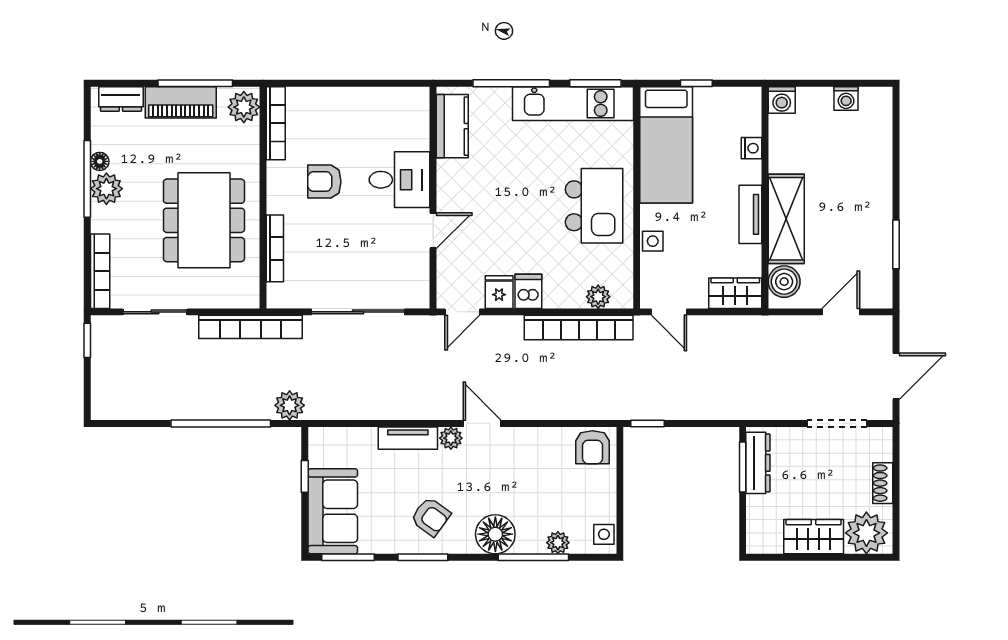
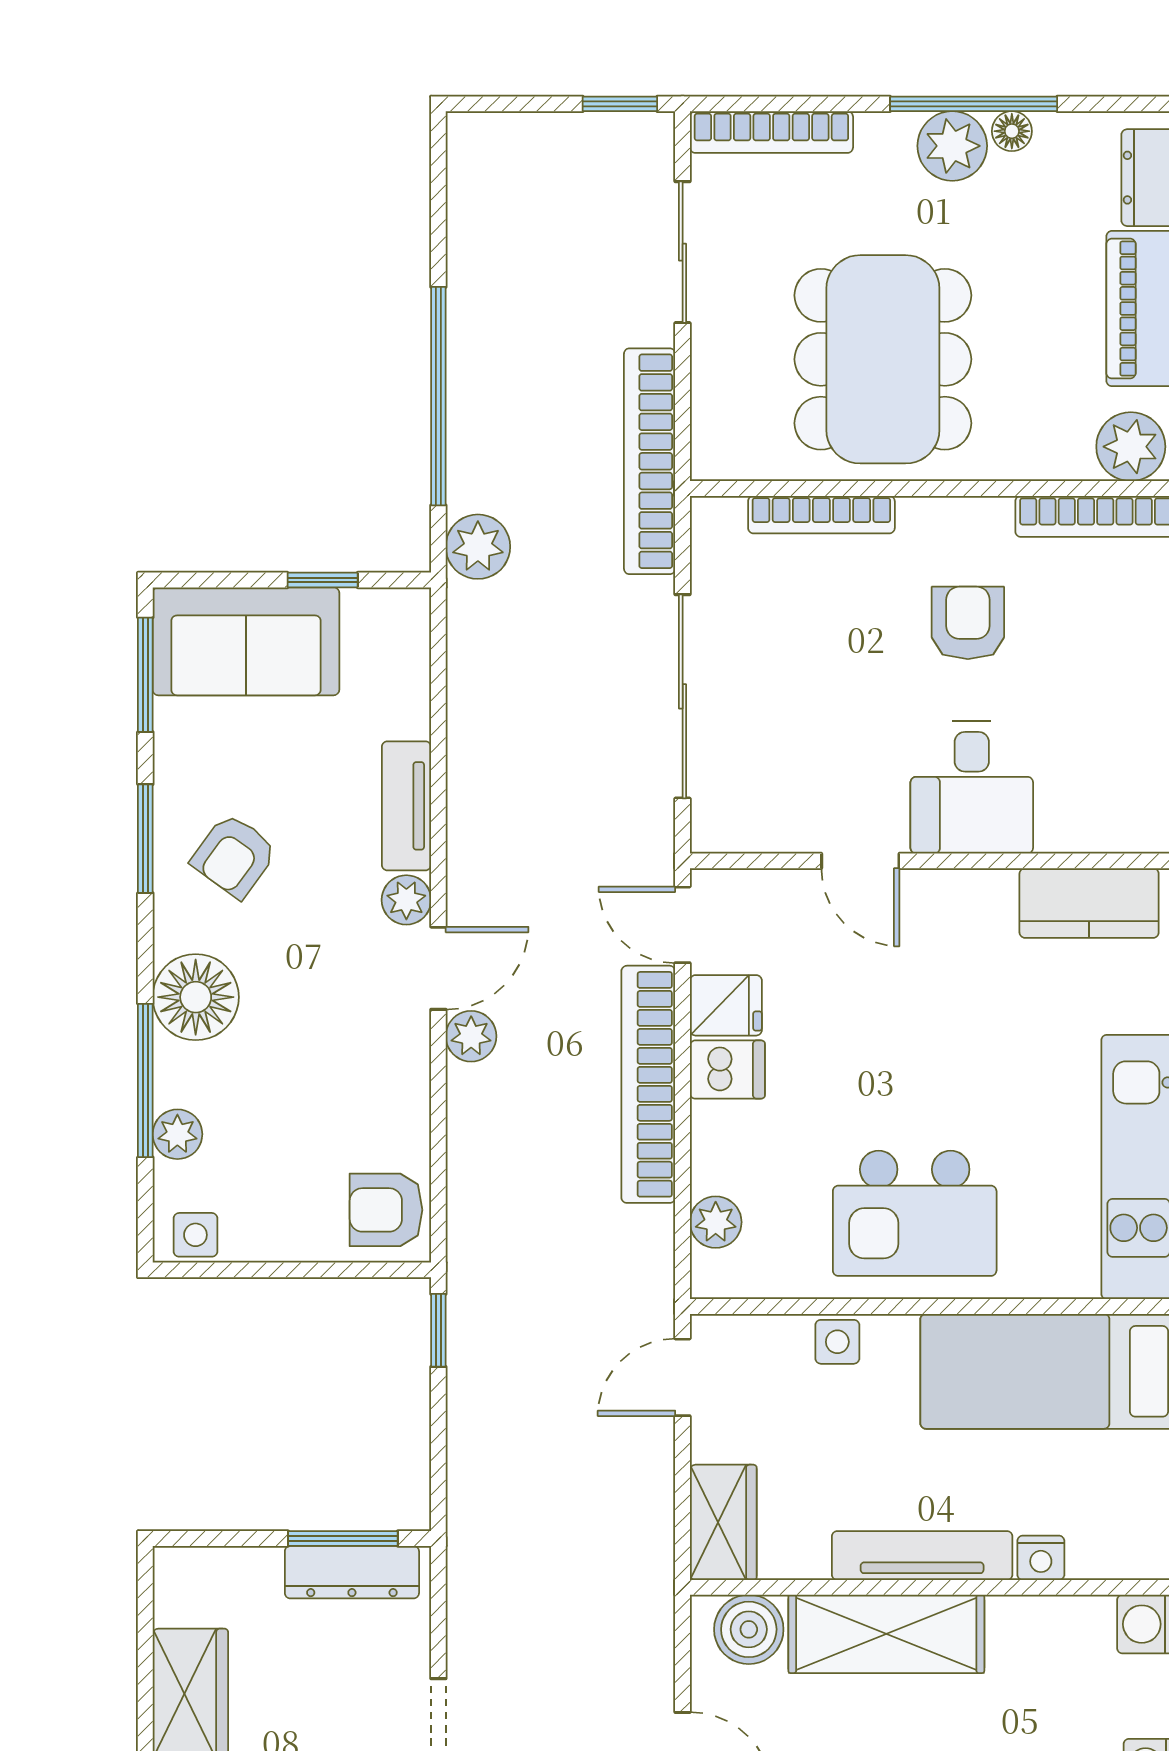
tv unit: (750, 214) -> (922, 1556), width x1.41
dining table: (204, 220) -> (883, 359), turned 90
bookcase: (579, 328) -> (648, 1084), moved
plant: (513, 408) -> (471, 1036), added

